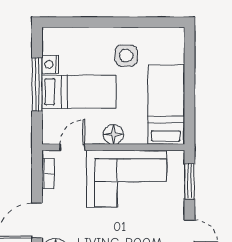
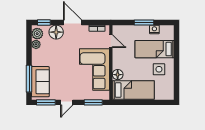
window: (37, 84) -> (144, 23), width x0.69
bed: (79, 92) -> (155, 49), moved, turned 90
floor lamp: (113, 134) -> (118, 75), moved

